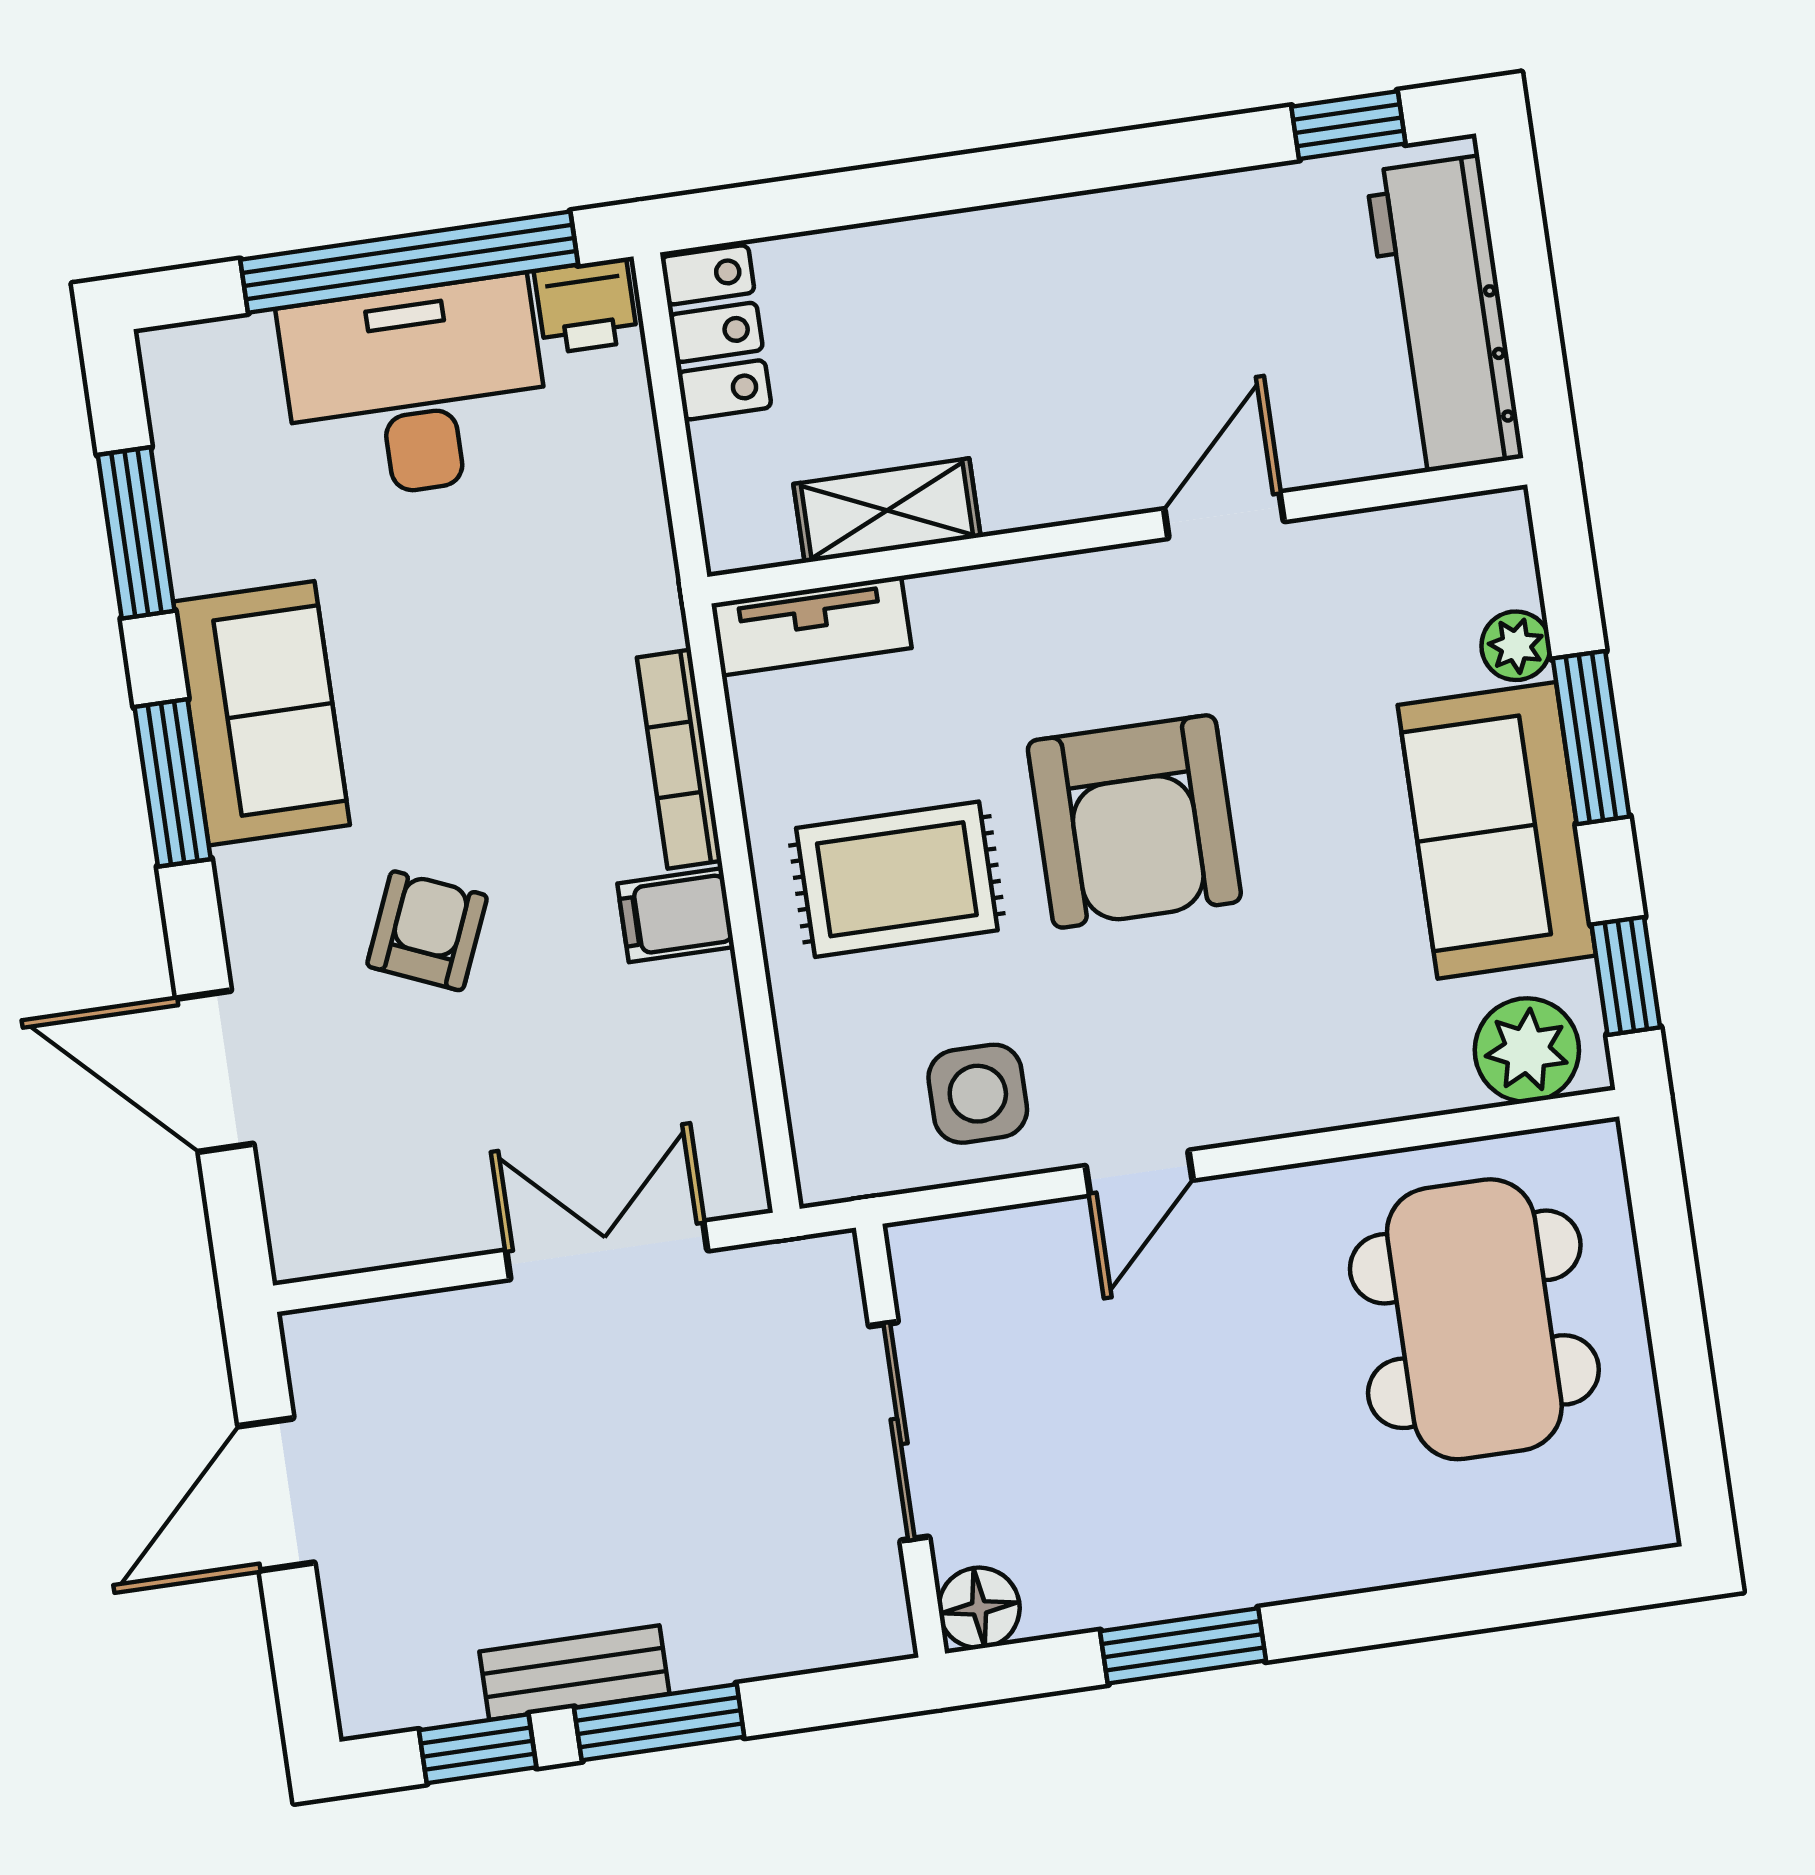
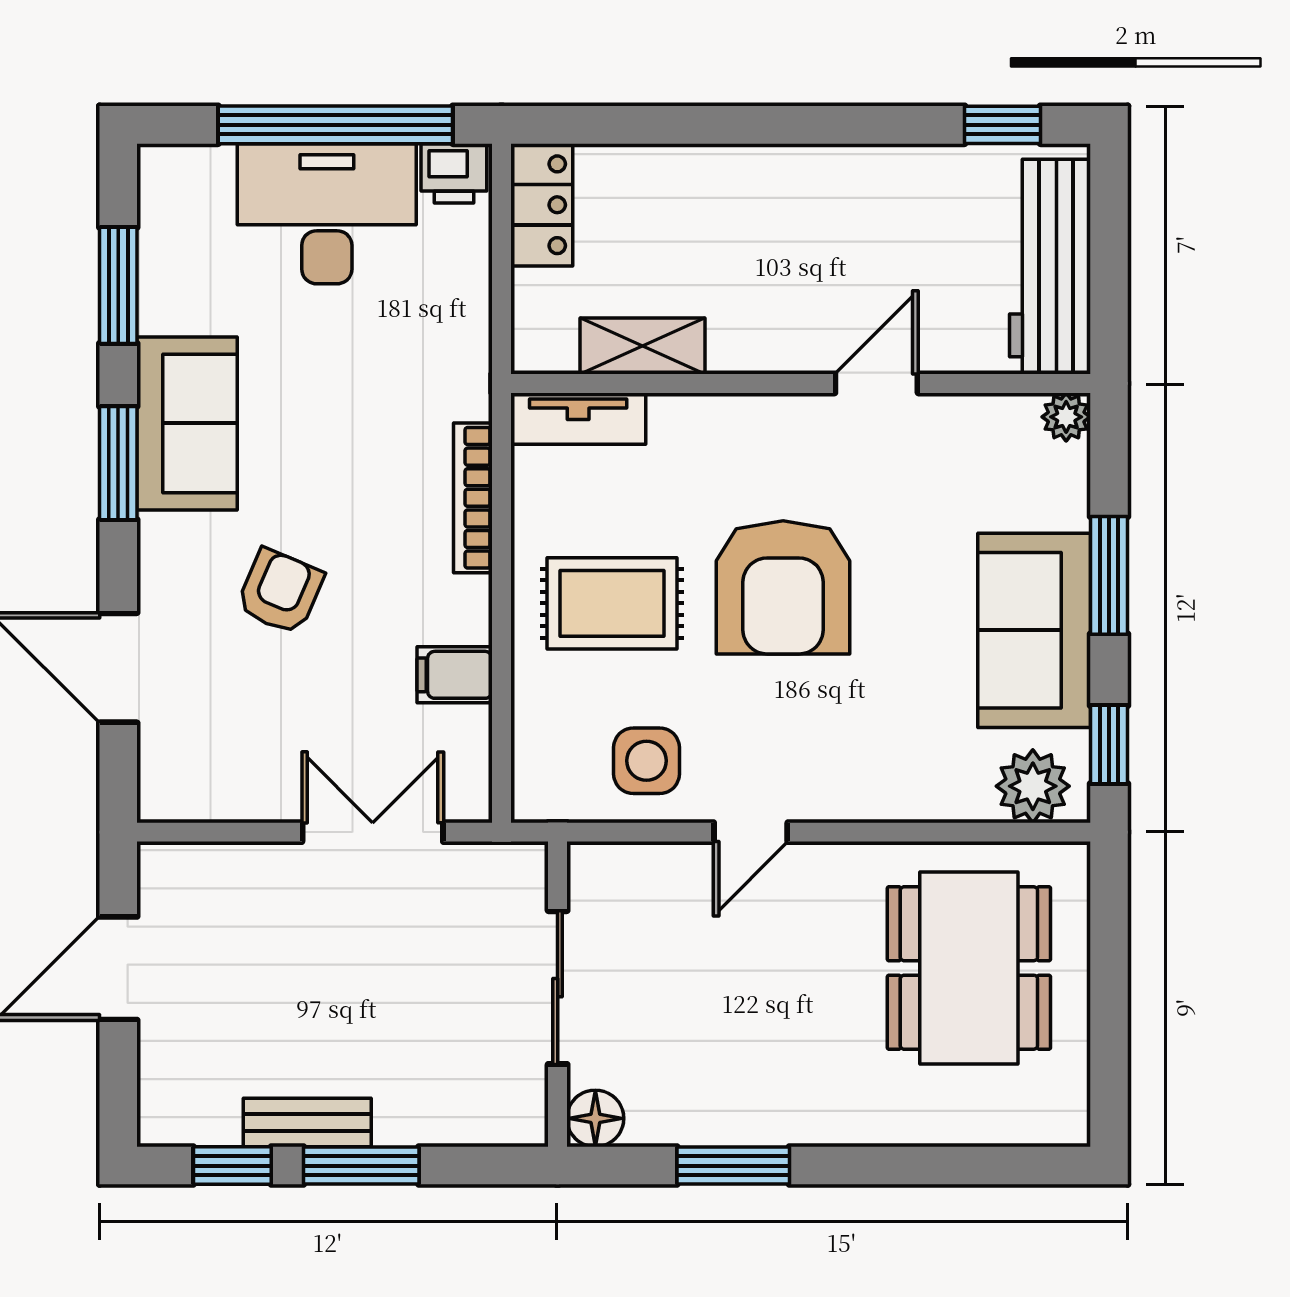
plant: (1516, 646) -> (1066, 417), moved
filing cabinet: (676, 915) -> (455, 675), moved

